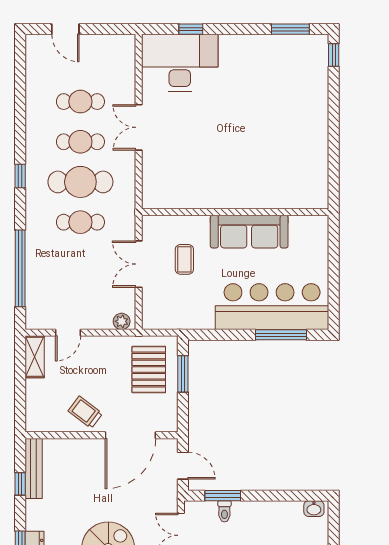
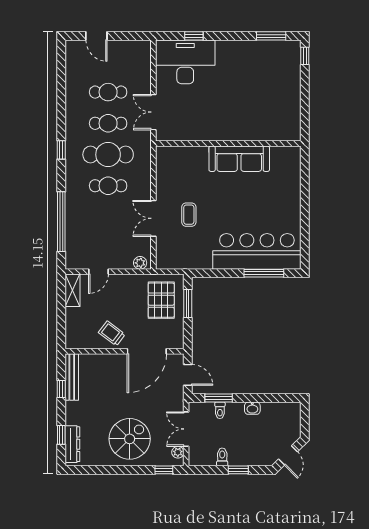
wall: (235, 212) -> (228, 144), moved
sofa: (249, 232) -> (239, 159), moved
washbasin: (314, 509) -> (252, 408), moved

